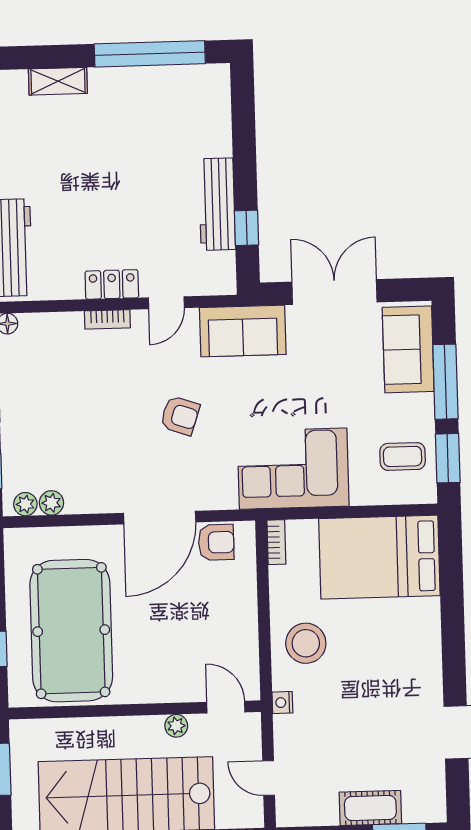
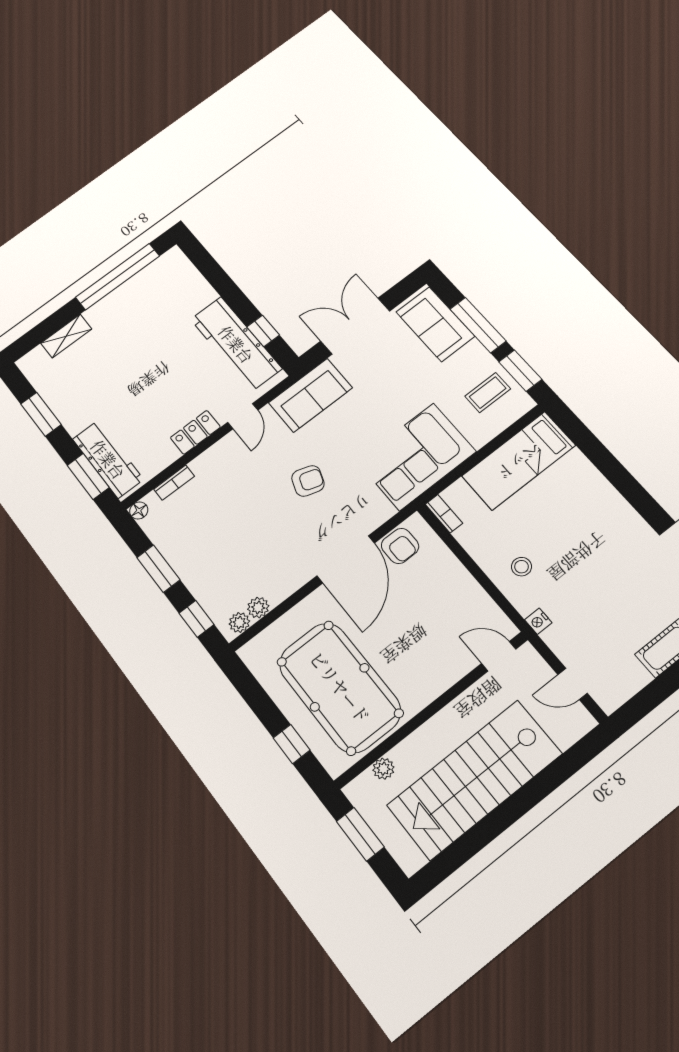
workbench: (217, 204) -> (236, 344), width x1.36, depth x1.32
bookcase: (107, 319) -> (174, 483), moved
armchair: (216, 542) -> (400, 546), turned 90
bed: (379, 557) -> (519, 461), width x0.67
stool: (306, 643) -> (521, 567), width x0.53, depth x0.53
plant: (176, 726) -> (383, 769), moved

